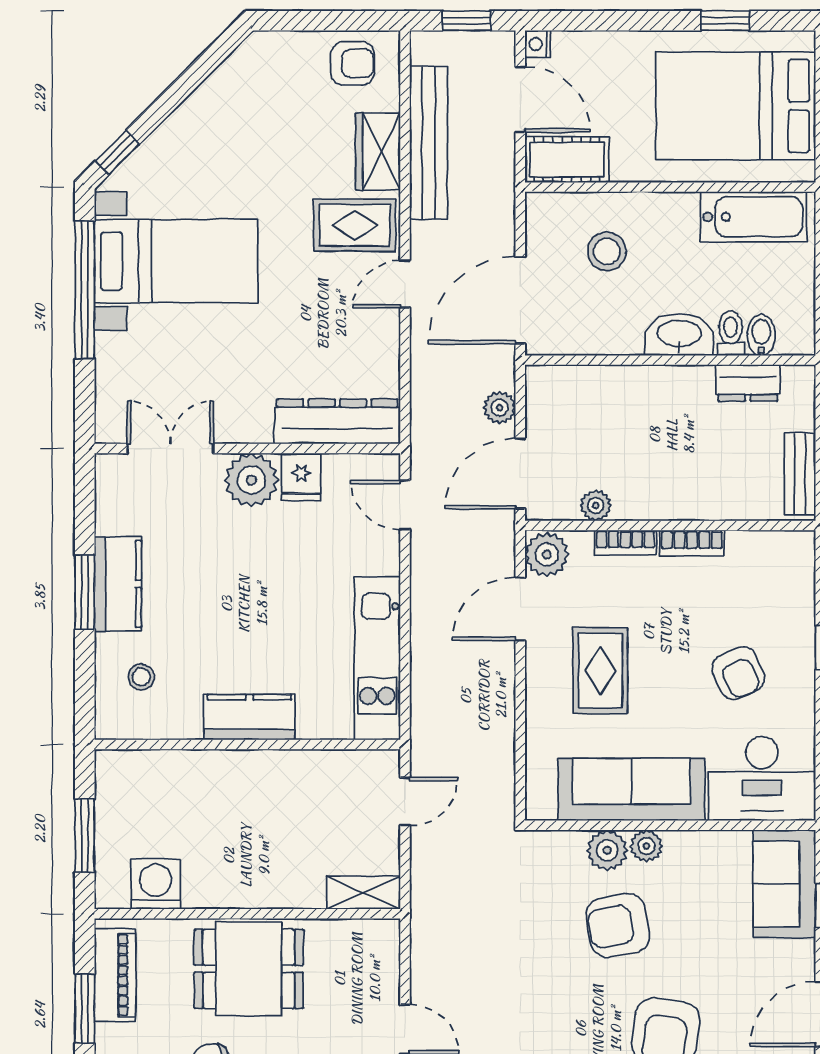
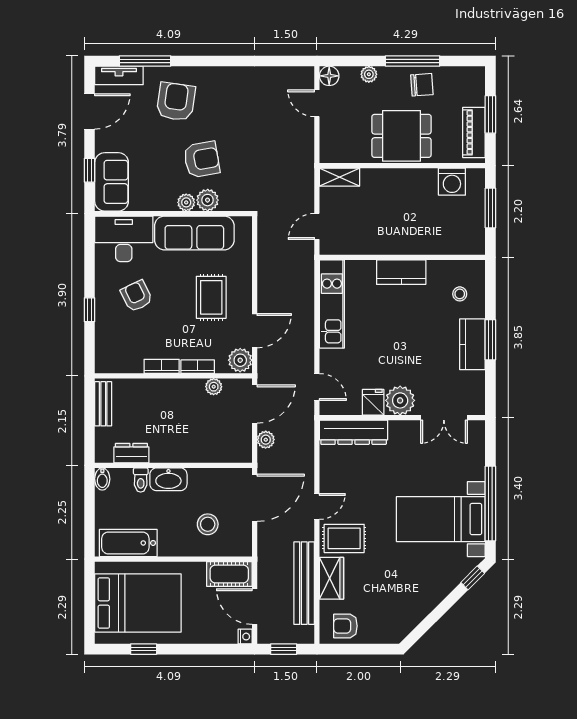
bidet: (761, 335) -> (102, 479), moved

